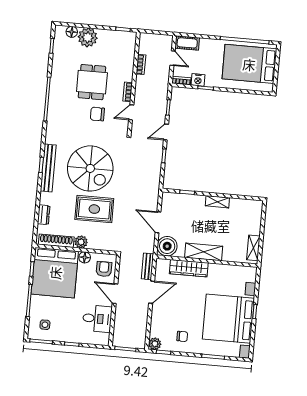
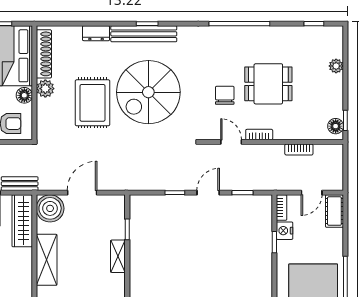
floor lamp: (72, 32) -> (336, 126), moved
plant: (88, 37) -> (336, 66), width x0.53, depth x0.53
door: (166, 132) -> (208, 193), hinge flipped
shelving: (217, 202) -> (118, 256), moved
dresser: (44, 215) -> (96, 33), moved
wardrobe: (189, 268) -> (22, 221), moved

